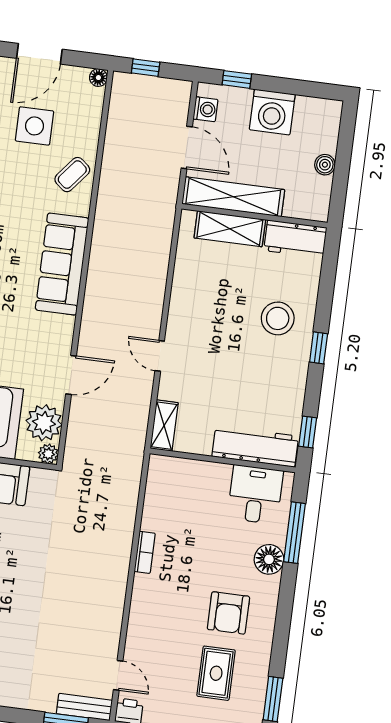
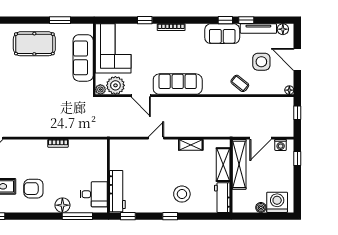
washing machine: (272, 112) -> (277, 202), moved, turned 90
sofa: (62, 264) -> (178, 84), moved
shelving: (164, 426) -> (191, 145), moved

